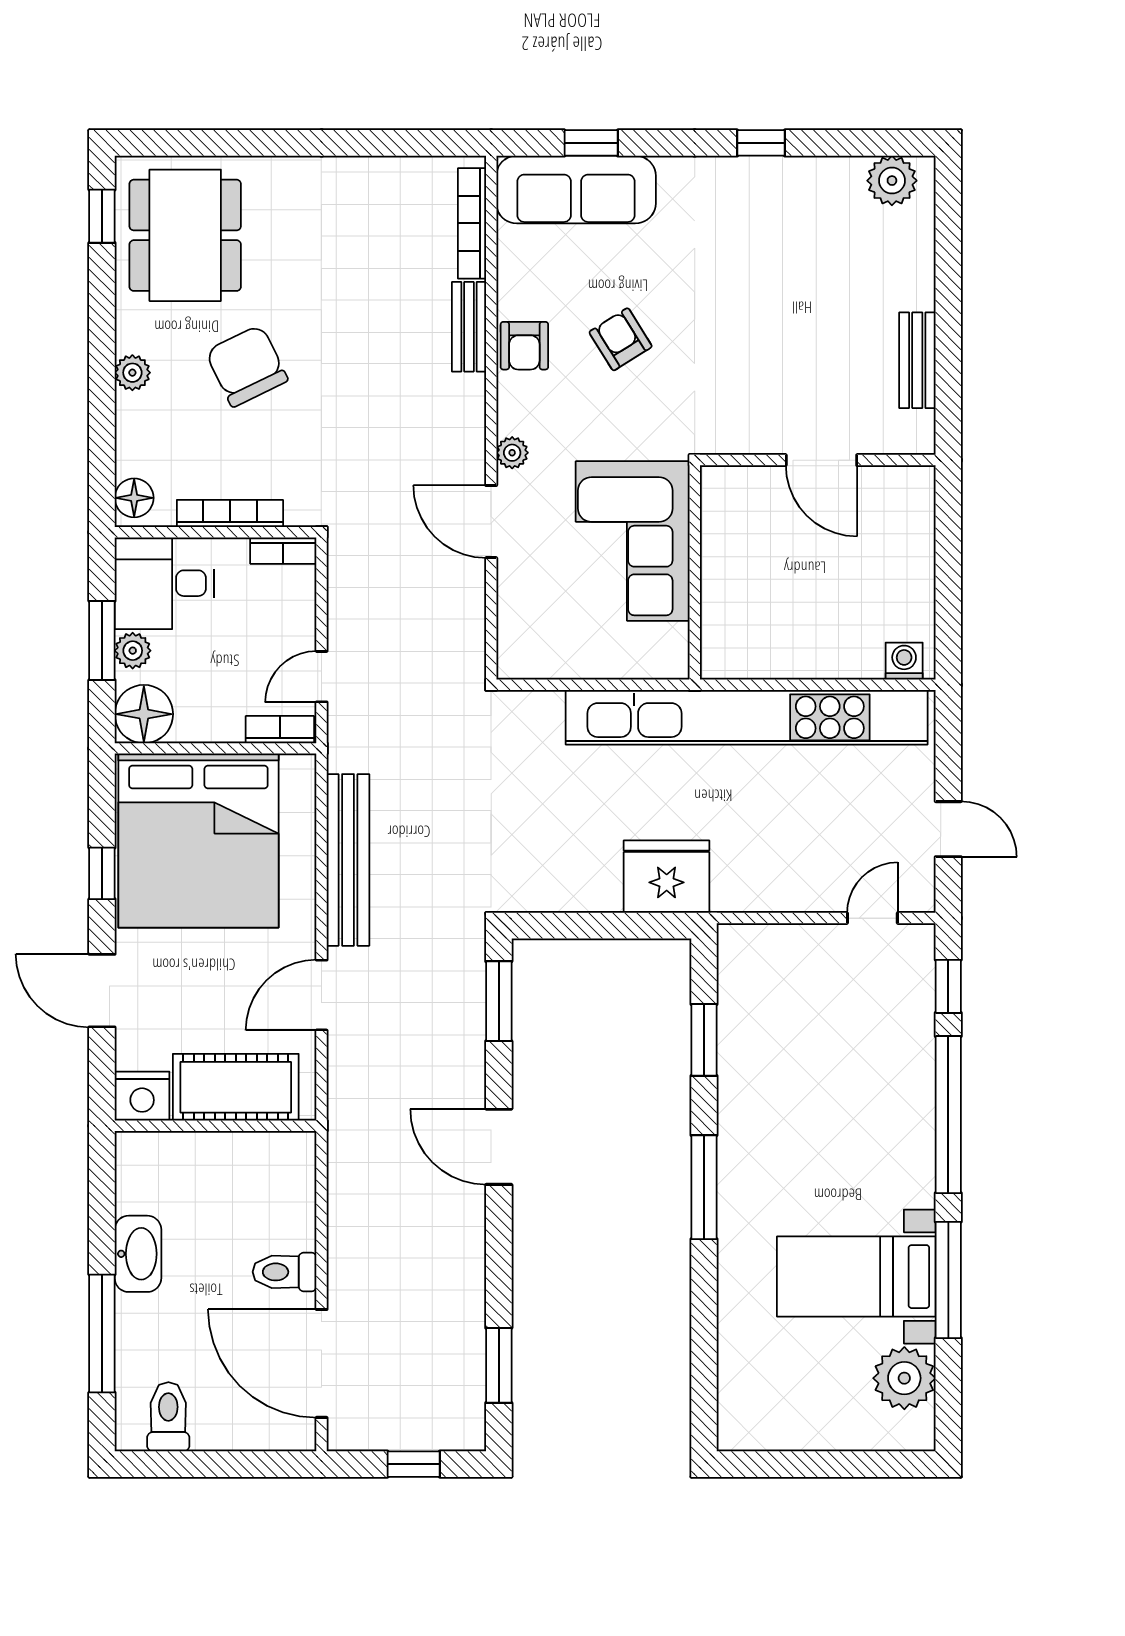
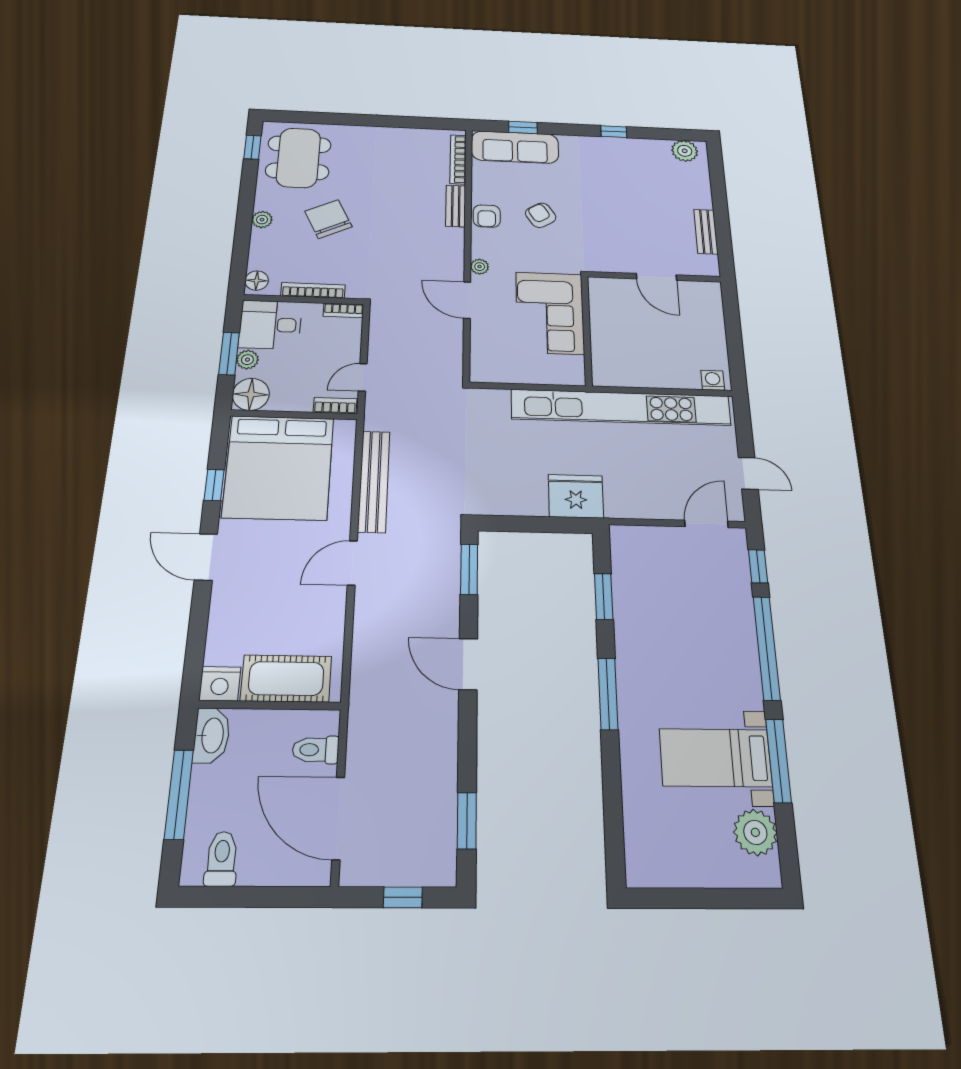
door: (872, 918) -> (706, 524), width x1.38
cot: (236, 1087) -> (286, 679), moved
nightstand: (142, 1096) -> (220, 684), moved
wall: (216, 1126) -> (270, 705), moved

